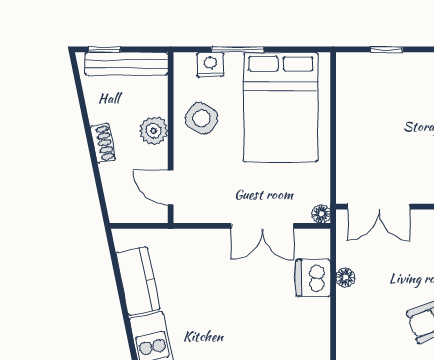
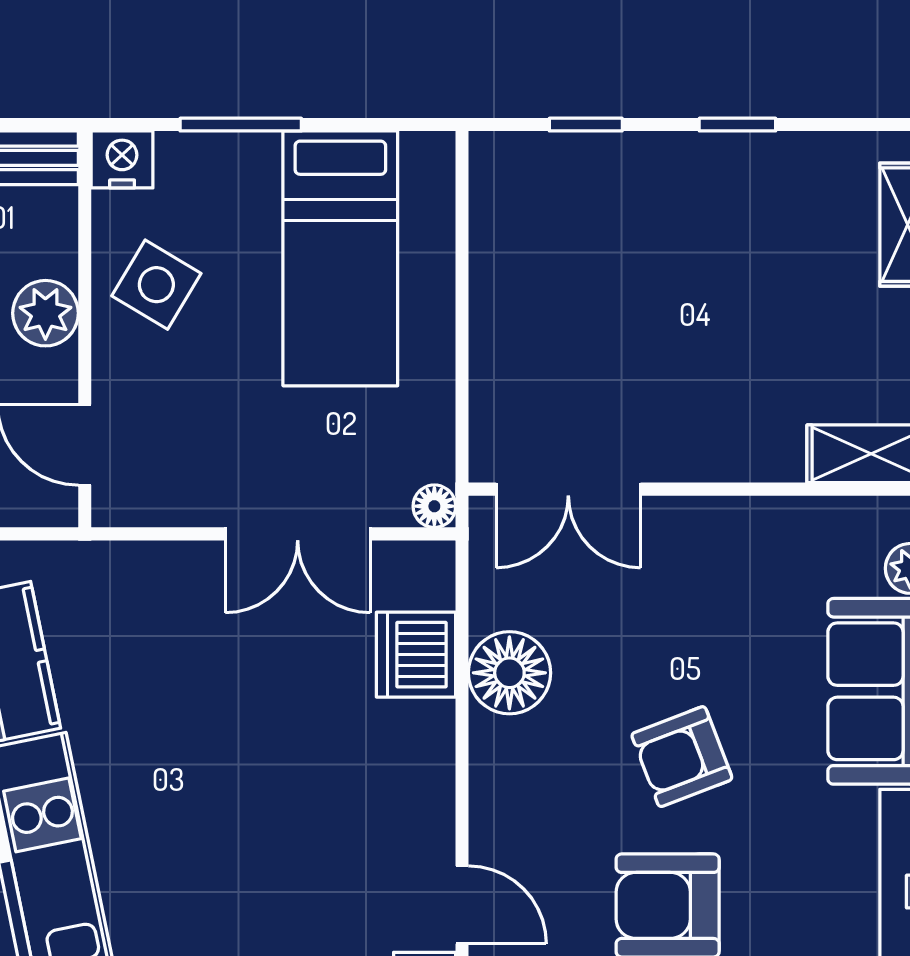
nightstand: (210, 64) -> (122, 159), moved
bed: (281, 107) -> (340, 258), width x0.67
floor lamp: (345, 277) -> (509, 673), width x1.89, depth x1.89

